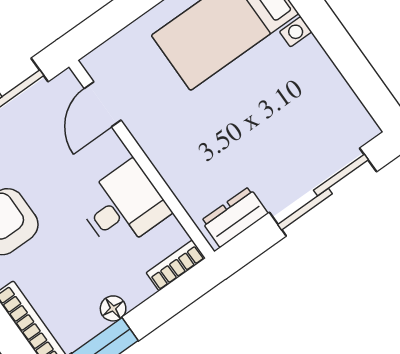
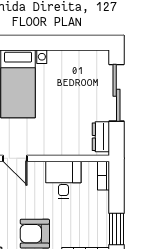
floor lamp: (113, 308) -> (103, 214), removed

